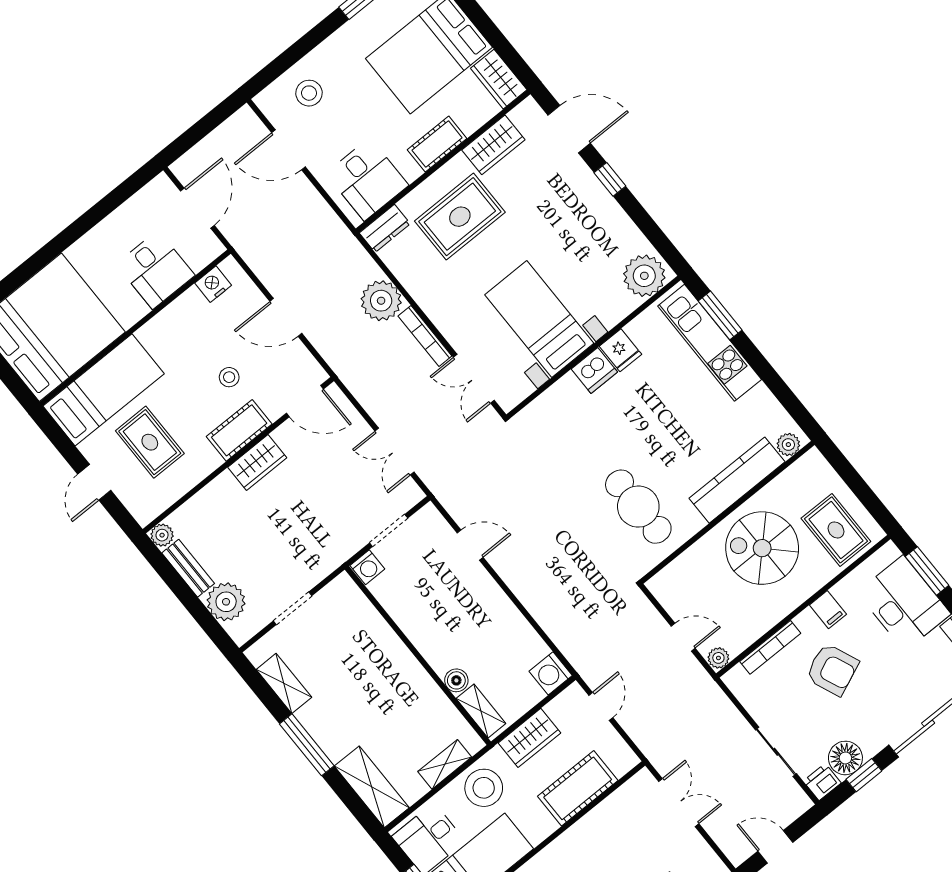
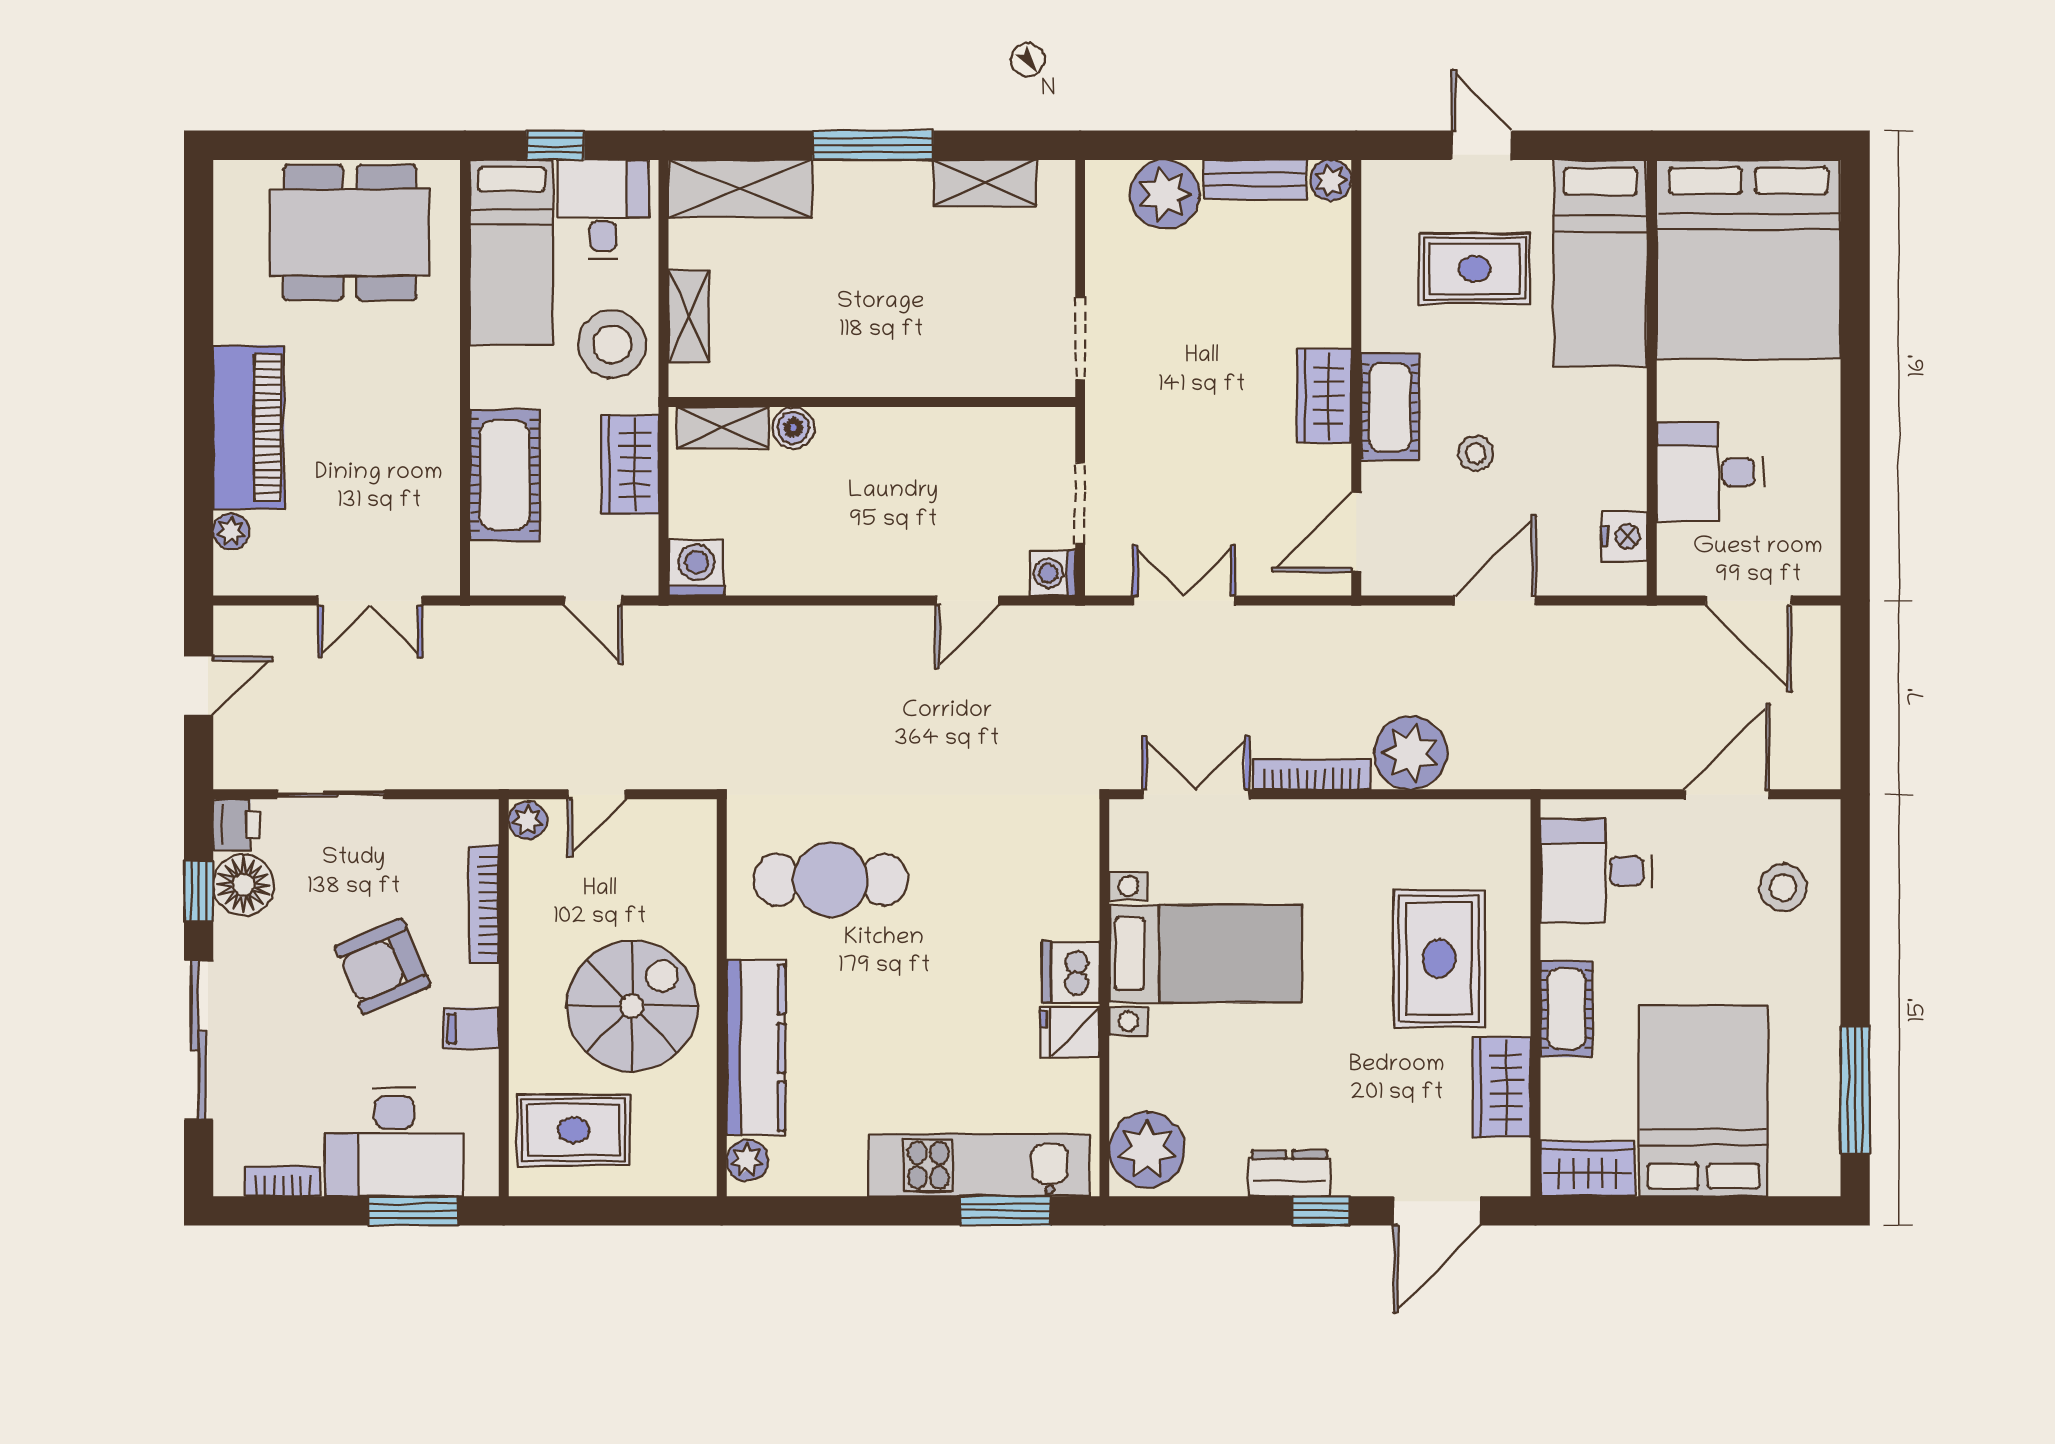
dresser: (385, 228) -> (1289, 1173), moved, turned 90
washing machine: (367, 567) -> (1053, 573), moved
doorway: (293, 608) -> (1080, 338), moved

